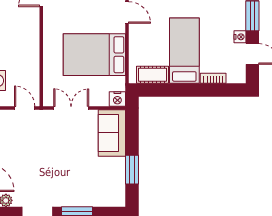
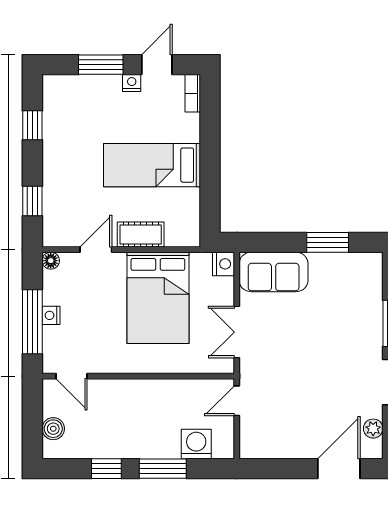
cot: (152, 75) -> (141, 234), moved, turned 90
bookcase: (213, 78) -> (193, 93), moved

